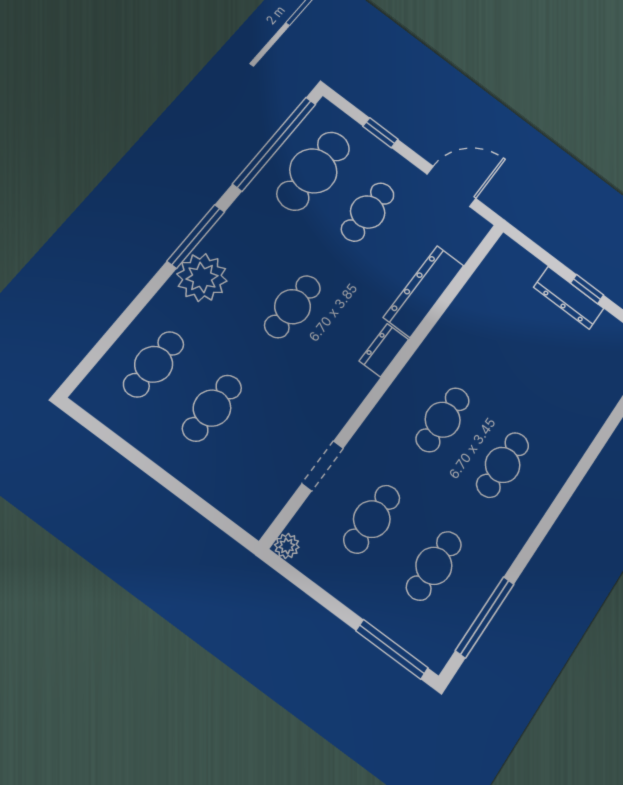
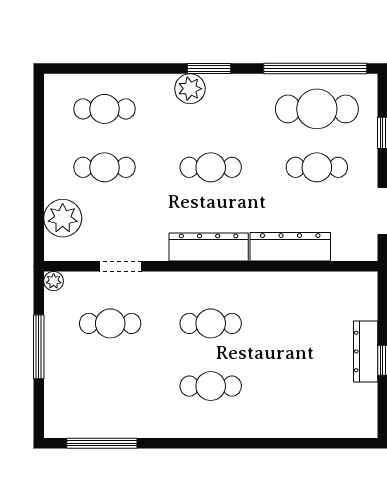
window: (196, 236) -> (209, 68), width x0.69
plant: (202, 277) -> (190, 89), width x0.73, depth x0.73
dresser: (384, 350) -> (209, 247), width x1.96, depth x1.24
plant: (230, 489) -> (63, 218), added
cafe table: (434, 566) -> (110, 386), removed
window: (392, 649) -> (39, 347), moved

